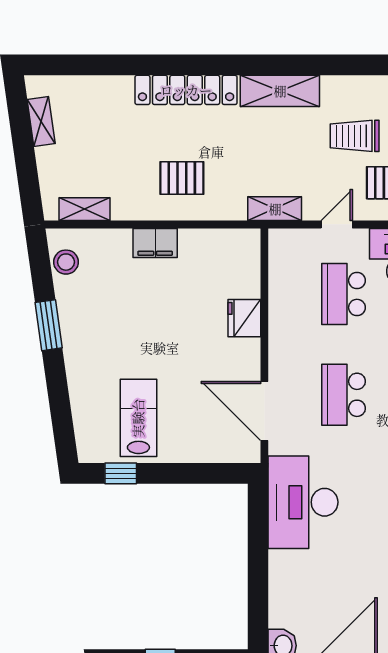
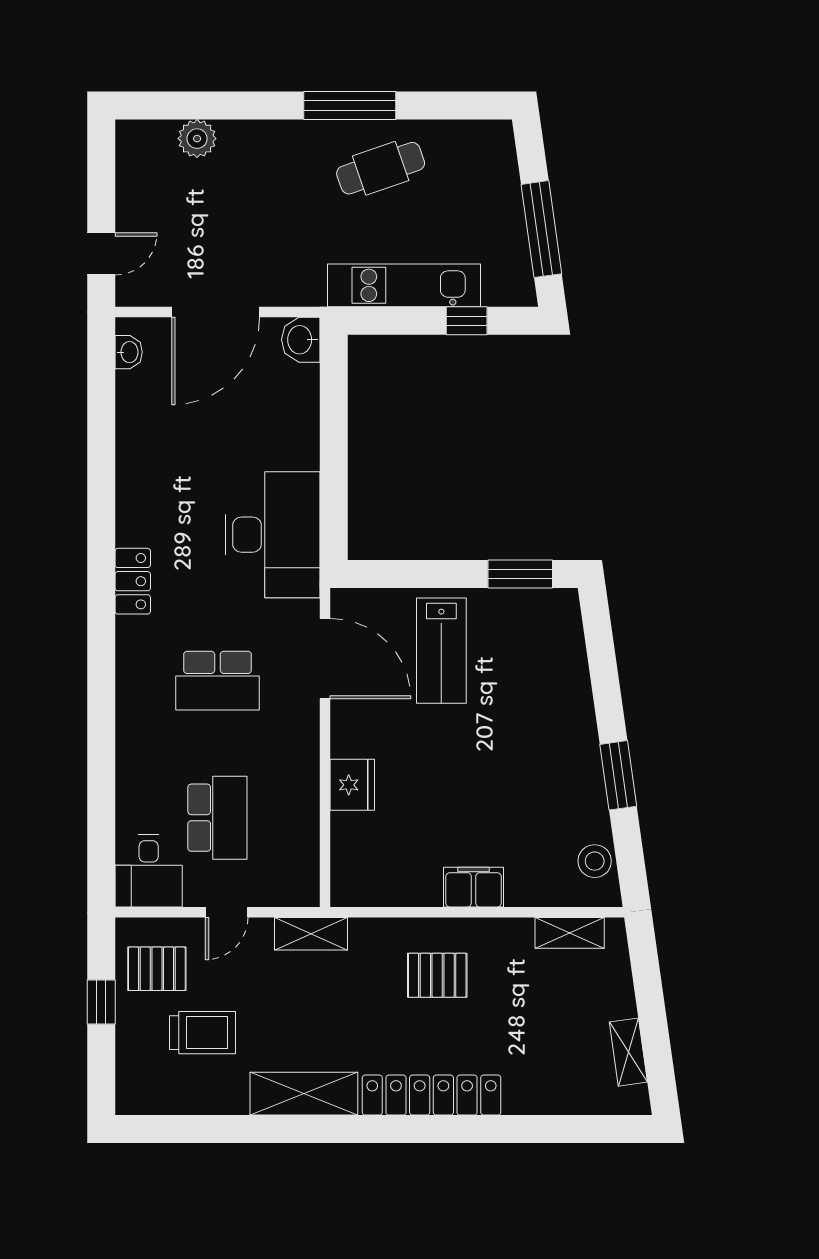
school desk: (344, 395) -> (217, 681), turned 90
lab bench: (138, 418) -> (441, 651), moved
window: (121, 473) -> (520, 574), width x1.50

